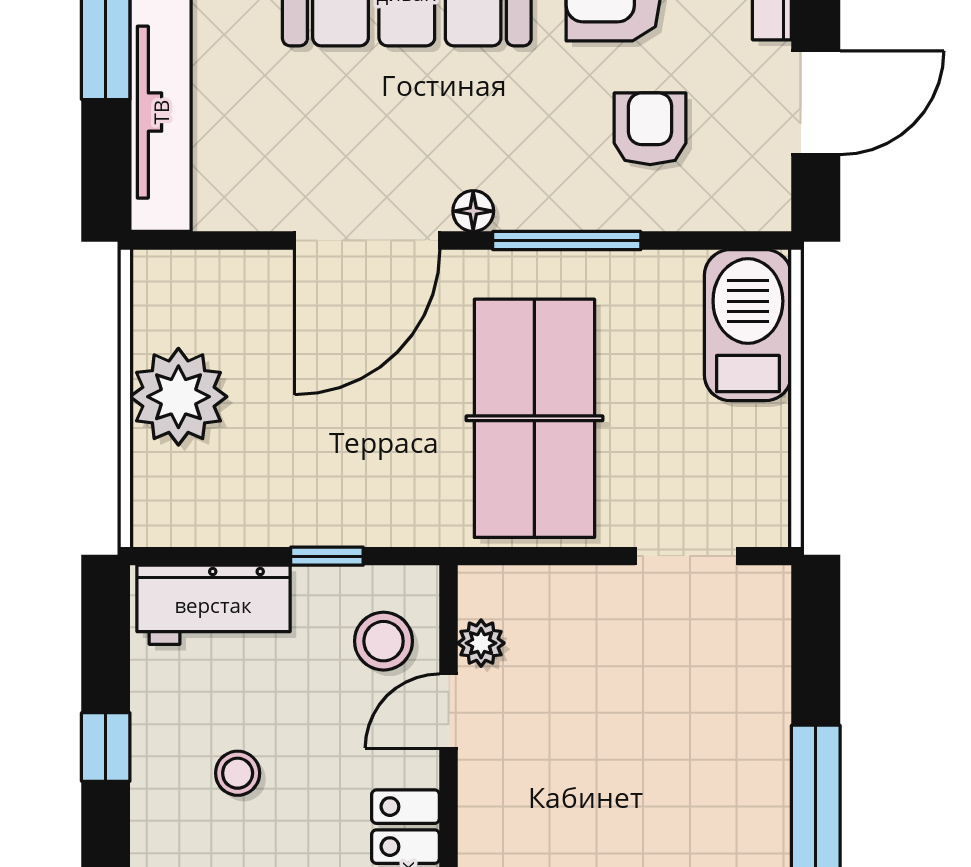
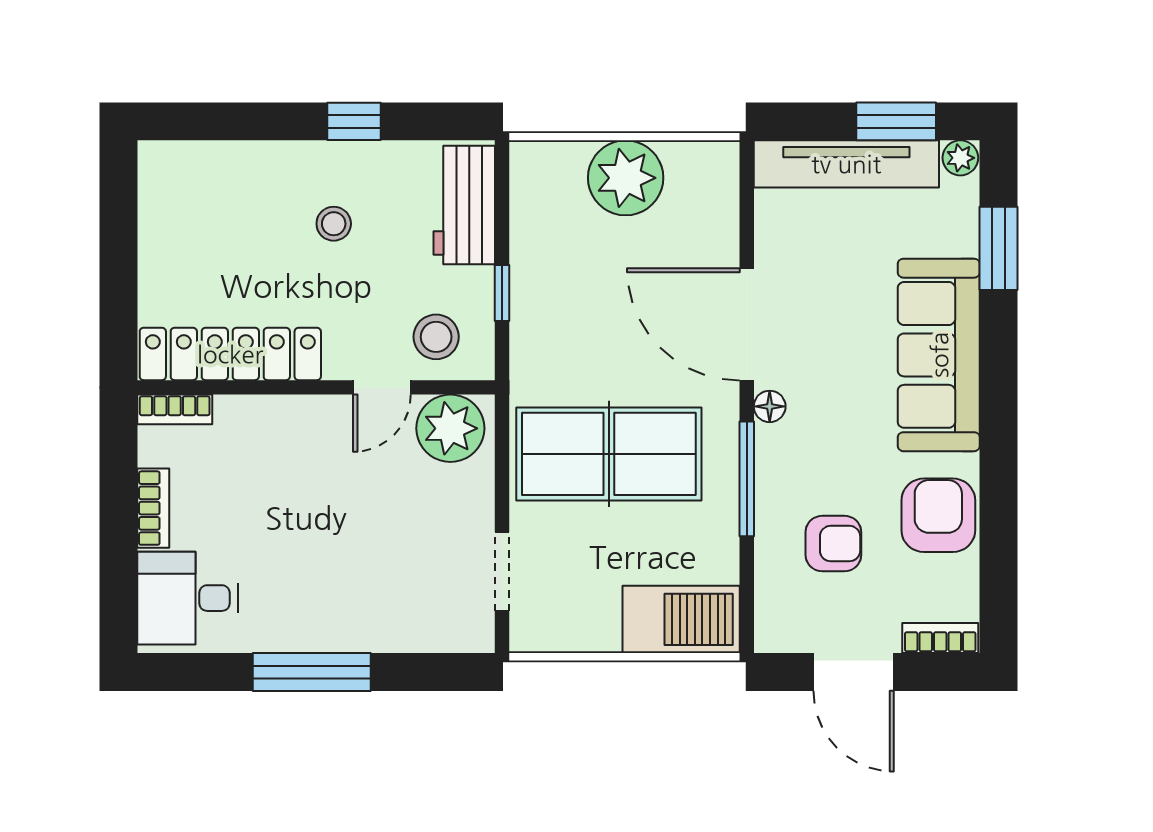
plant: (481, 643) -> (450, 428), width x1.88, depth x1.88
door: (449, 711) -> (382, 387), swing flipped

